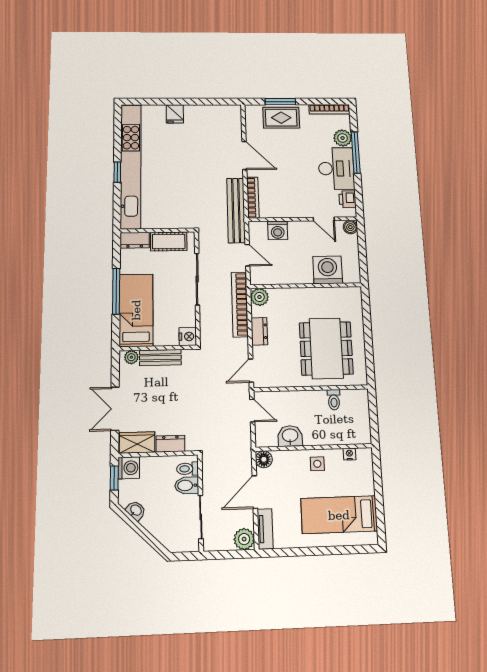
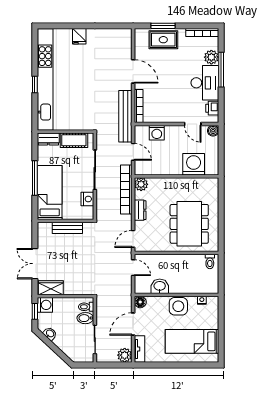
nightstand: (188, 336) -> (87, 199), moved
plant: (131, 357) -> (46, 227), removed
toilet: (334, 400) -> (210, 261), moved
dresser: (170, 444) -> (74, 289), removed
side table: (317, 464) -> (178, 306), width x1.87, depth x1.87

